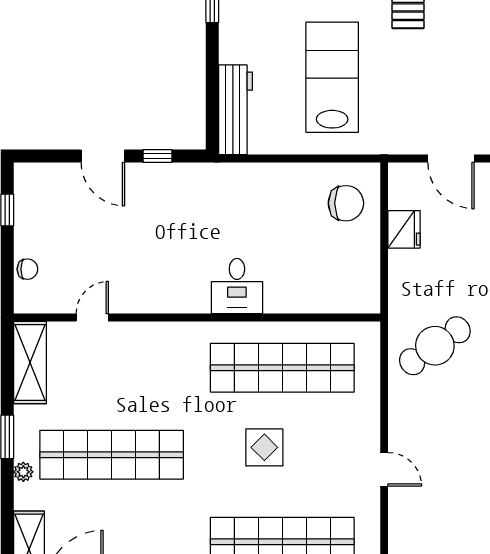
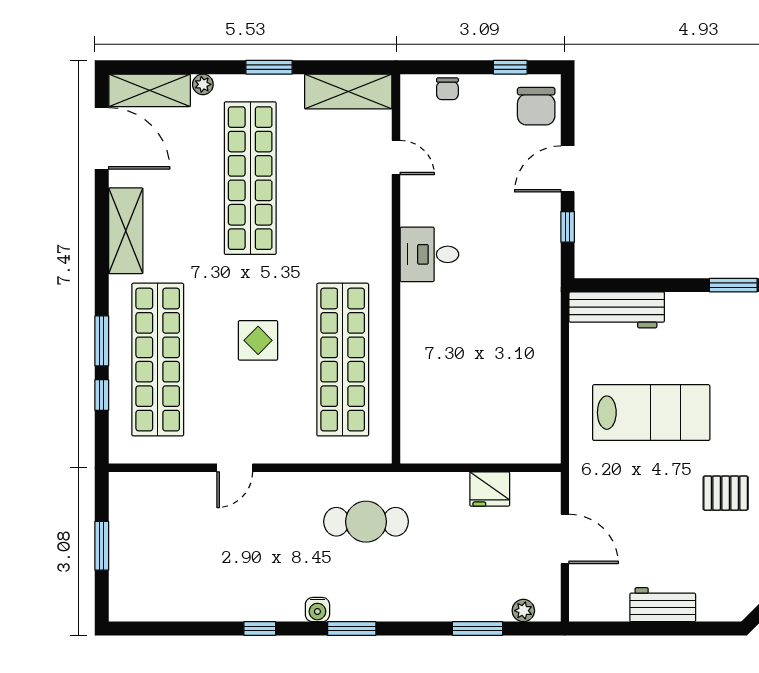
door: (451, 159) -> (565, 539), swing flipped
chair: (346, 203) -> (536, 106), moved
desk: (237, 286) -> (429, 254), moved
cafe table: (435, 346) -> (366, 522), turned -55
plant: (23, 472) -> (203, 84), moved

